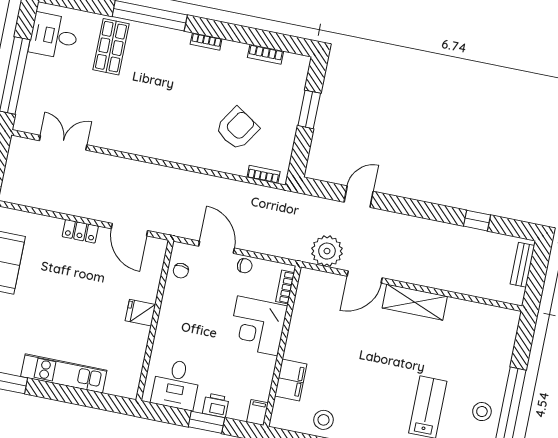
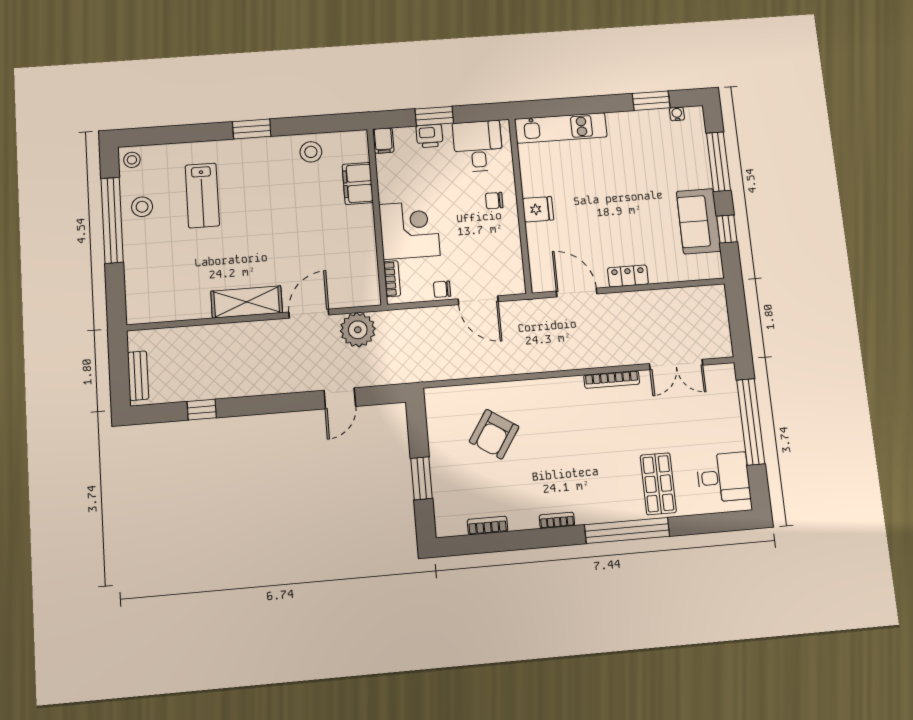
bookcase: (264, 174) -> (612, 379), moved, width x1.56
chair: (181, 271) -> (494, 201), moved, turned -96
kitchen unit: (64, 373) -> (561, 128), moved

